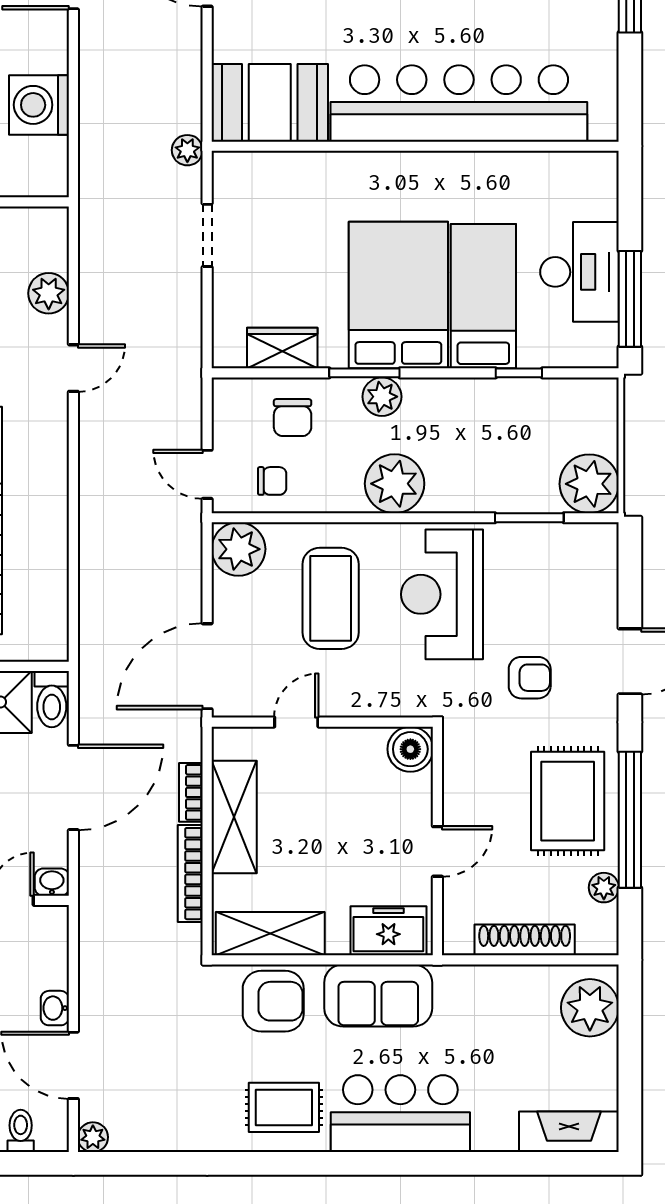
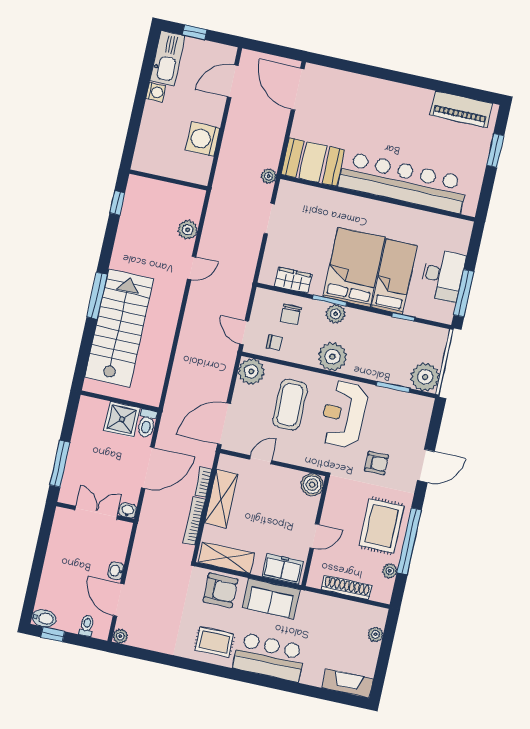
plant: (590, 1008) -> (376, 634), width x0.53, depth x0.53

